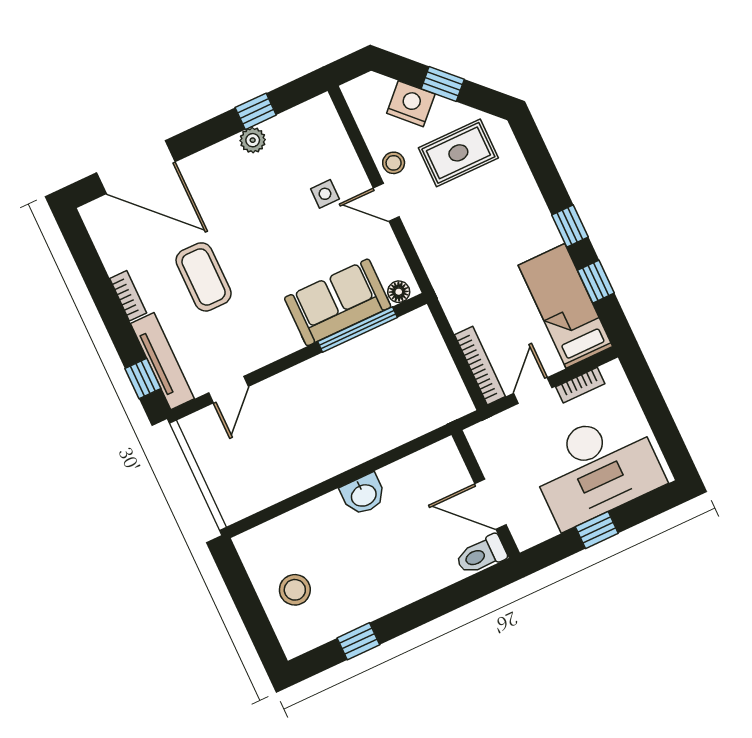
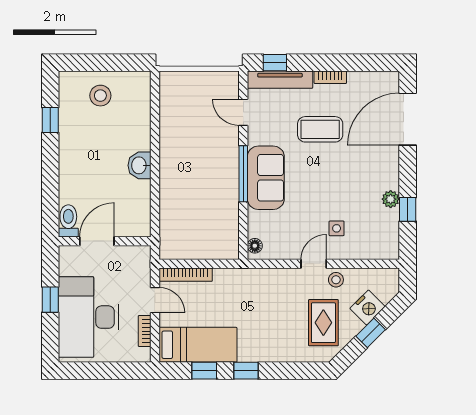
sofa: (338, 302) -> (266, 178), moved
window: (357, 330) -> (243, 174), moved

